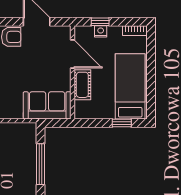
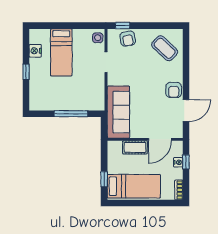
sofa: (47, 105) -> (118, 112), width x1.36

